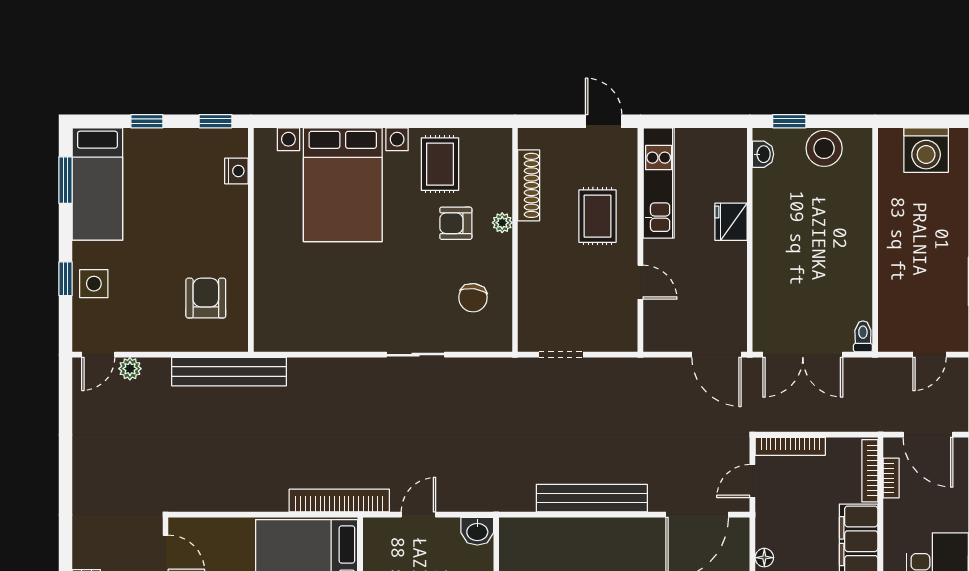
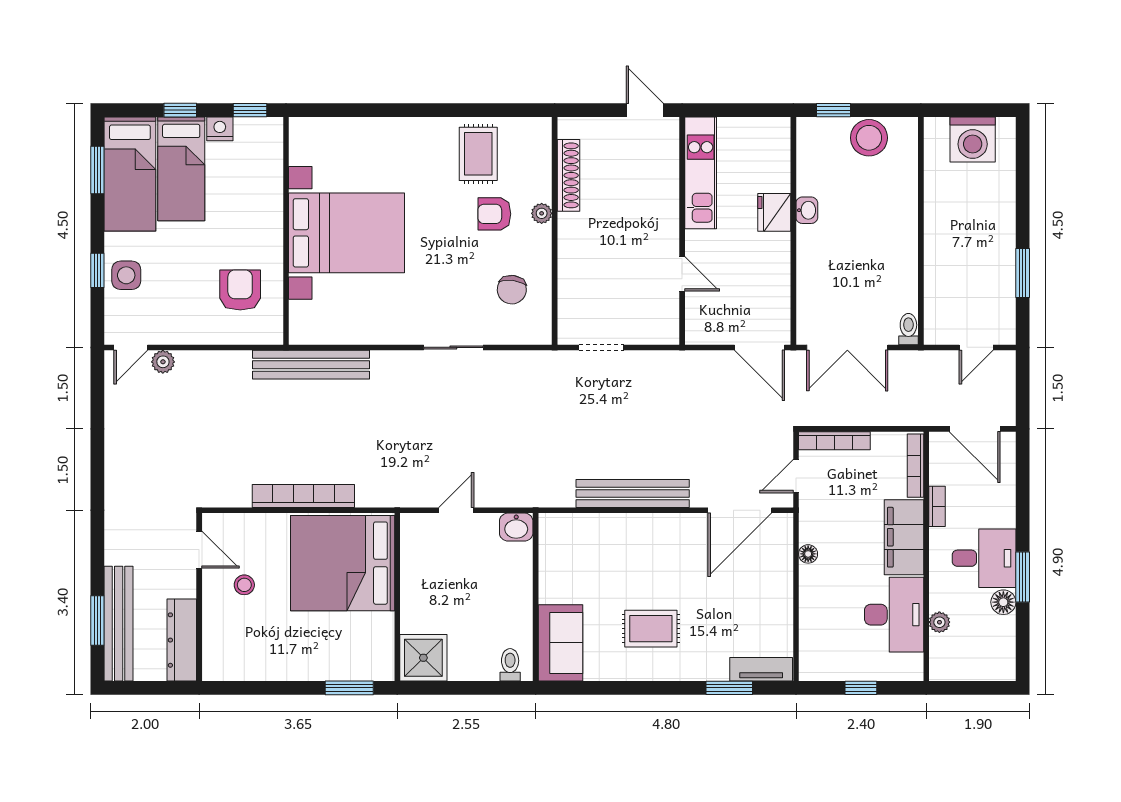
washbasin: (763, 154) -> (807, 210), moved
nightstand: (236, 171) -> (220, 129), moved, turned -90
bed: (148, 179) -> (181, 169), added
bed with nightstands: (343, 185) -> (347, 233), moved, turned -90
rug: (598, 216) -> (638, 207), removed
bench: (229, 372) -> (311, 365), moved
bookcase: (891, 478) -> (937, 506), moved
bookcase: (339, 501) -> (303, 496), moved

